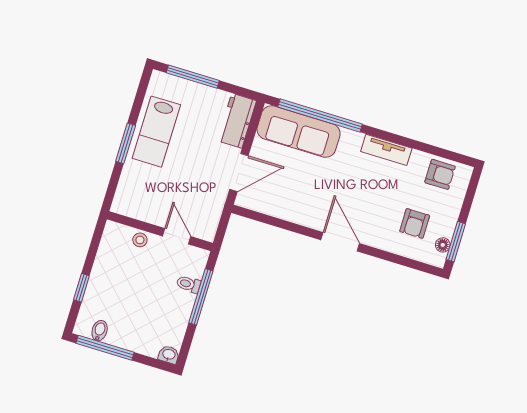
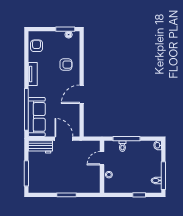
lab bench: (156, 132) -> (57, 182), removed
armchair: (415, 223) -> (66, 65), moved
door: (340, 242) -> (82, 94), moved

